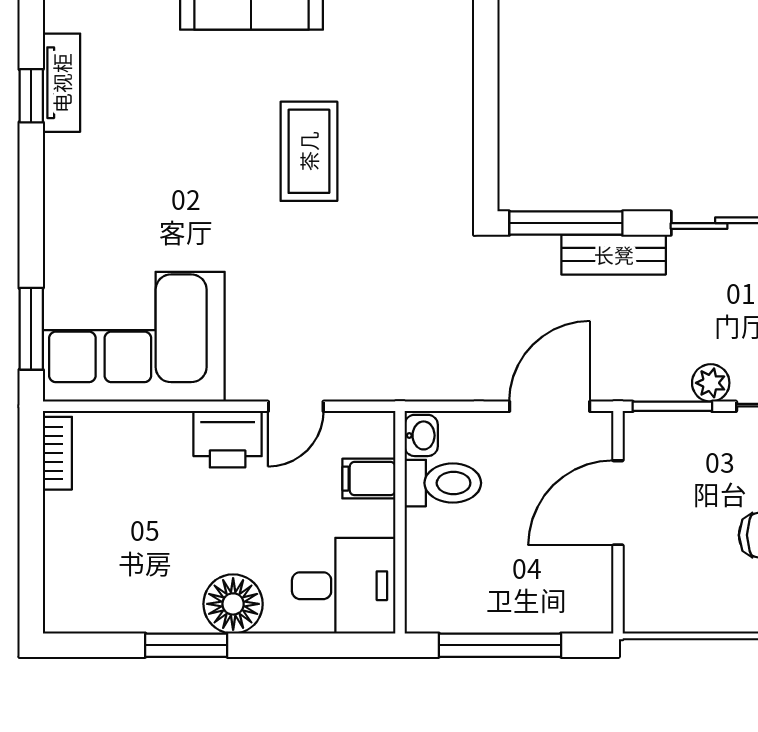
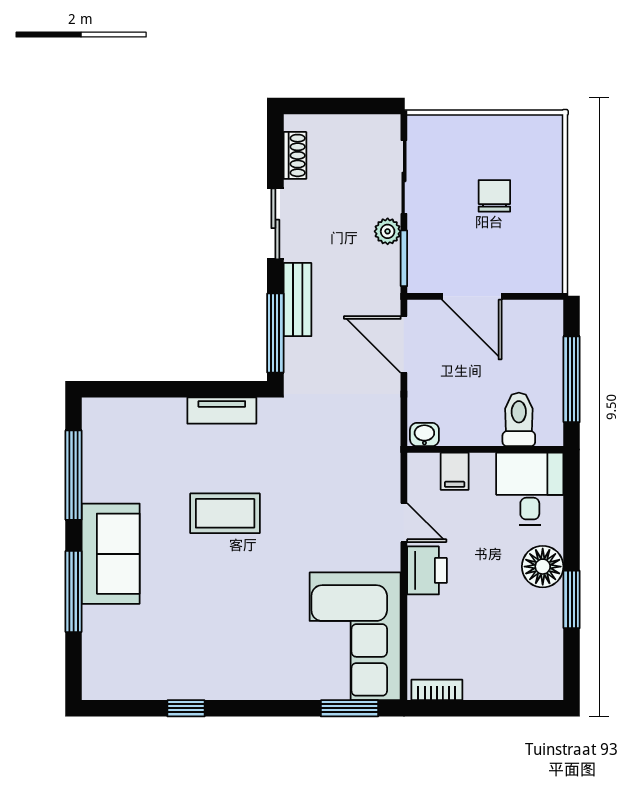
tv unit: (62, 83) -> (222, 411), moved, turned 180
toilet: (443, 483) -> (519, 419), moved

